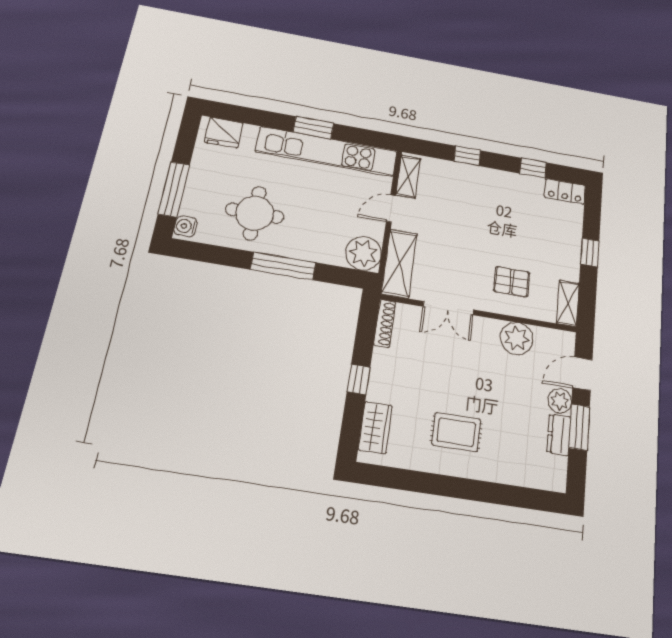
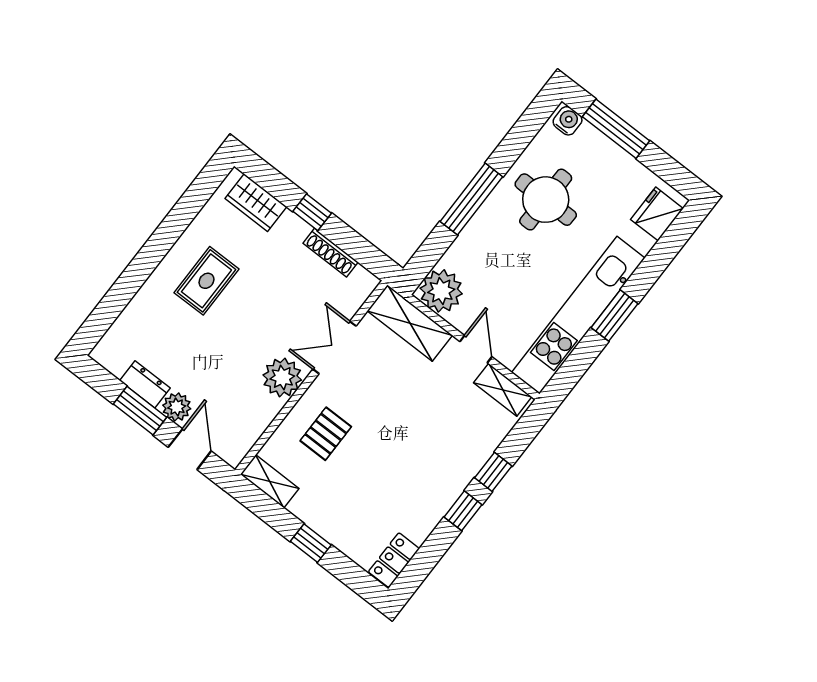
window: (533, 168) -> (463, 511), moved
shoe rack: (385, 323) -> (331, 253), moved
plant: (517, 338) -> (282, 377), moved

